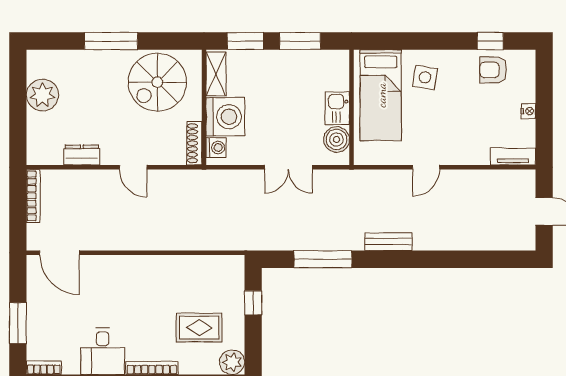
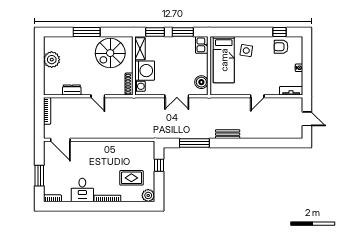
kitchen sink: (337, 108) -> (202, 45), moved
door: (426, 167) -> (257, 96), moved

